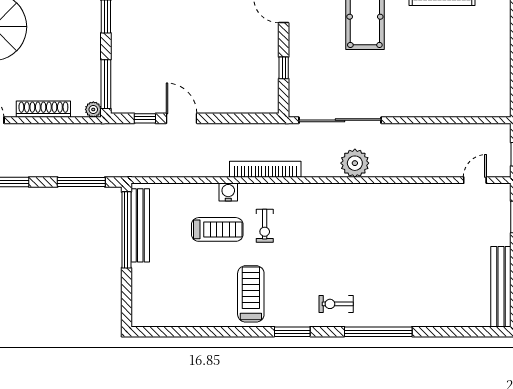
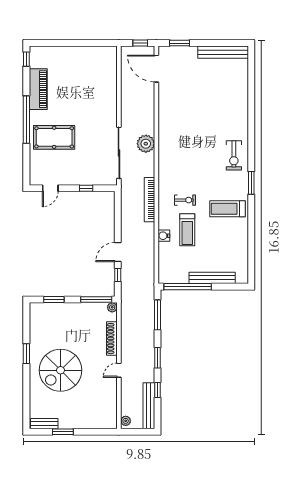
door: (475, 180) -> (156, 69), width x1.87
water cooler: (228, 192) -> (164, 236), moved
bench: (140, 225) -> (212, 278), moved
treadmill: (217, 229) -> (187, 230), turned 180
exercise bike: (336, 304) -> (234, 155), width x1.38, depth x1.39
window: (378, 332) -> (251, 129), removed

